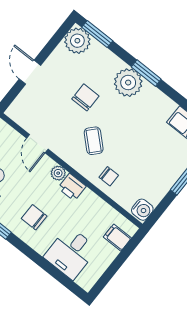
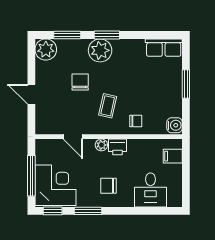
window: (97, 34) -> (67, 35), moved
coffee table: (94, 141) -> (108, 106), turned 60

